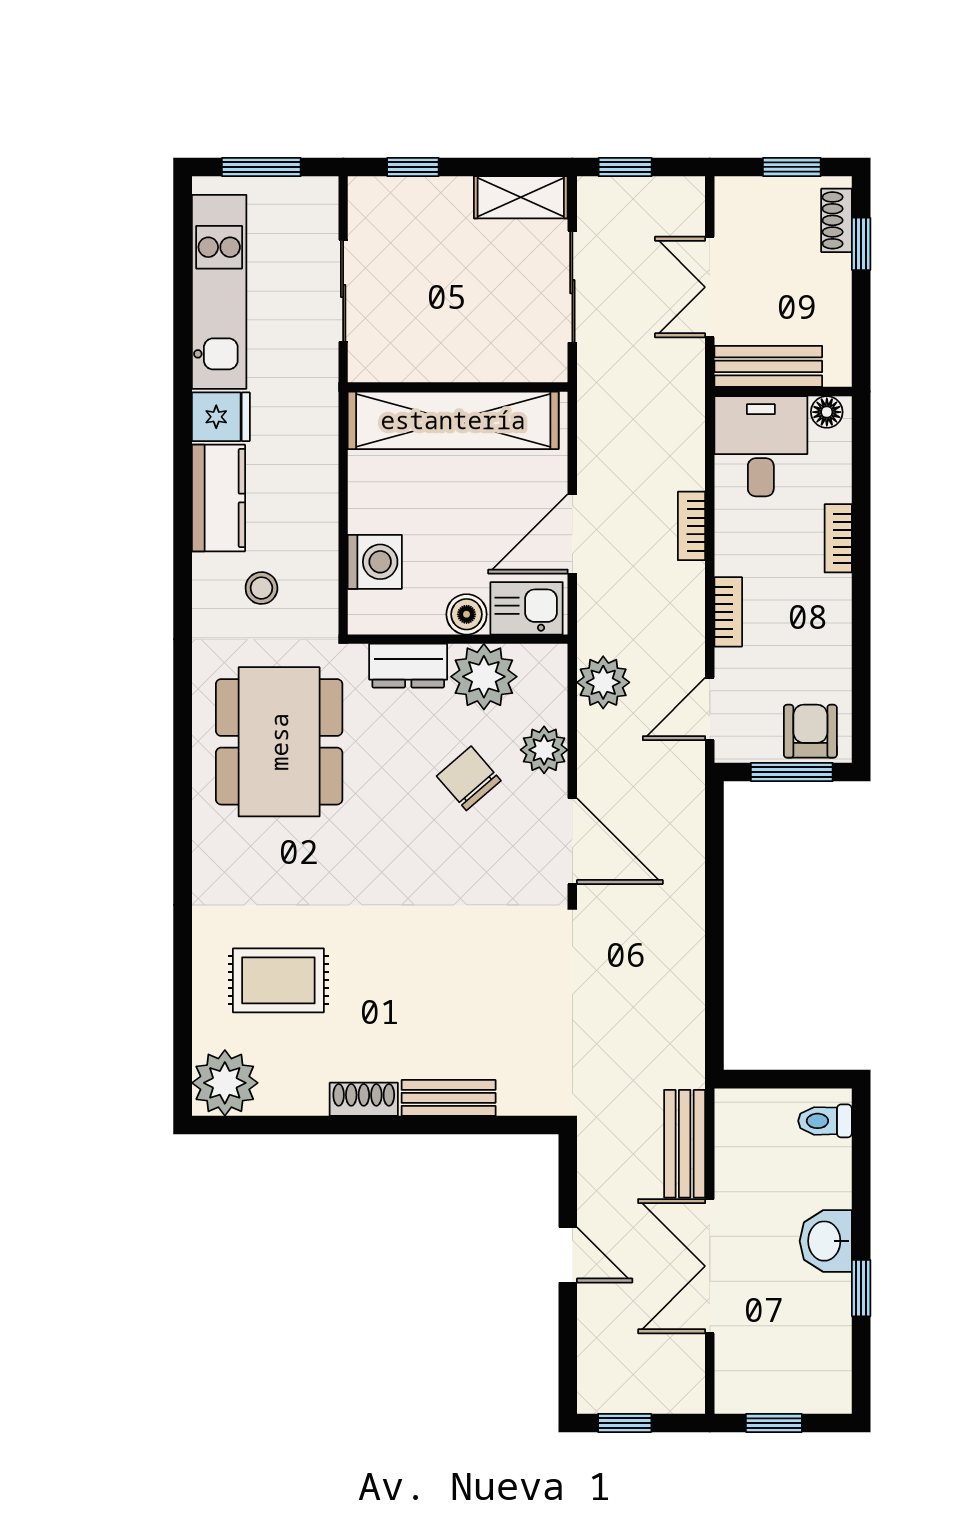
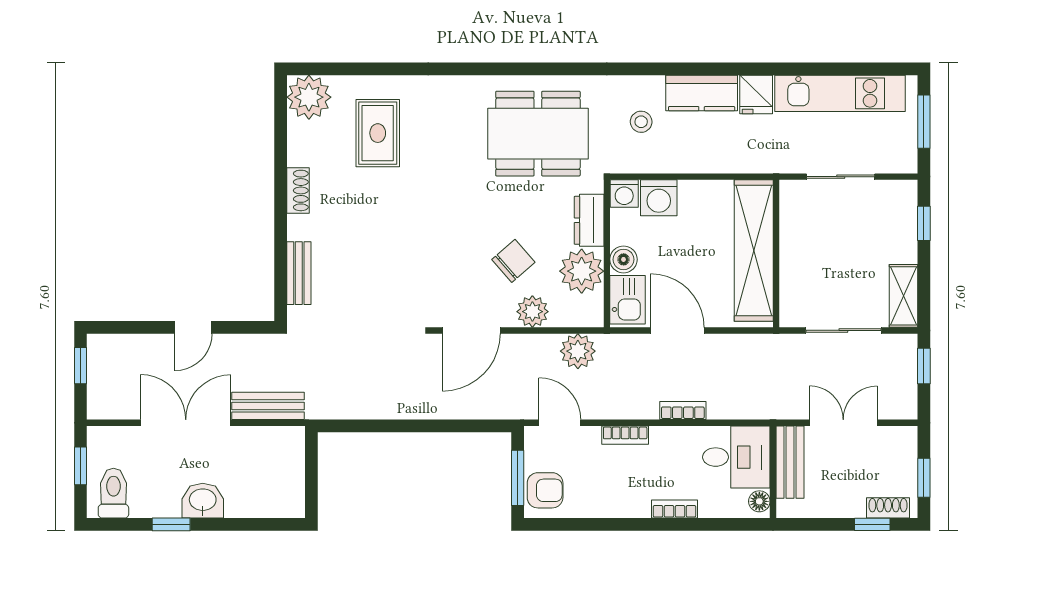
washing machine: (368, 613) -> (624, 194), added
bench: (449, 1098) -> (299, 273), moved
toilet: (825, 1121) -> (113, 493), moved, width x1.37, depth x1.39

